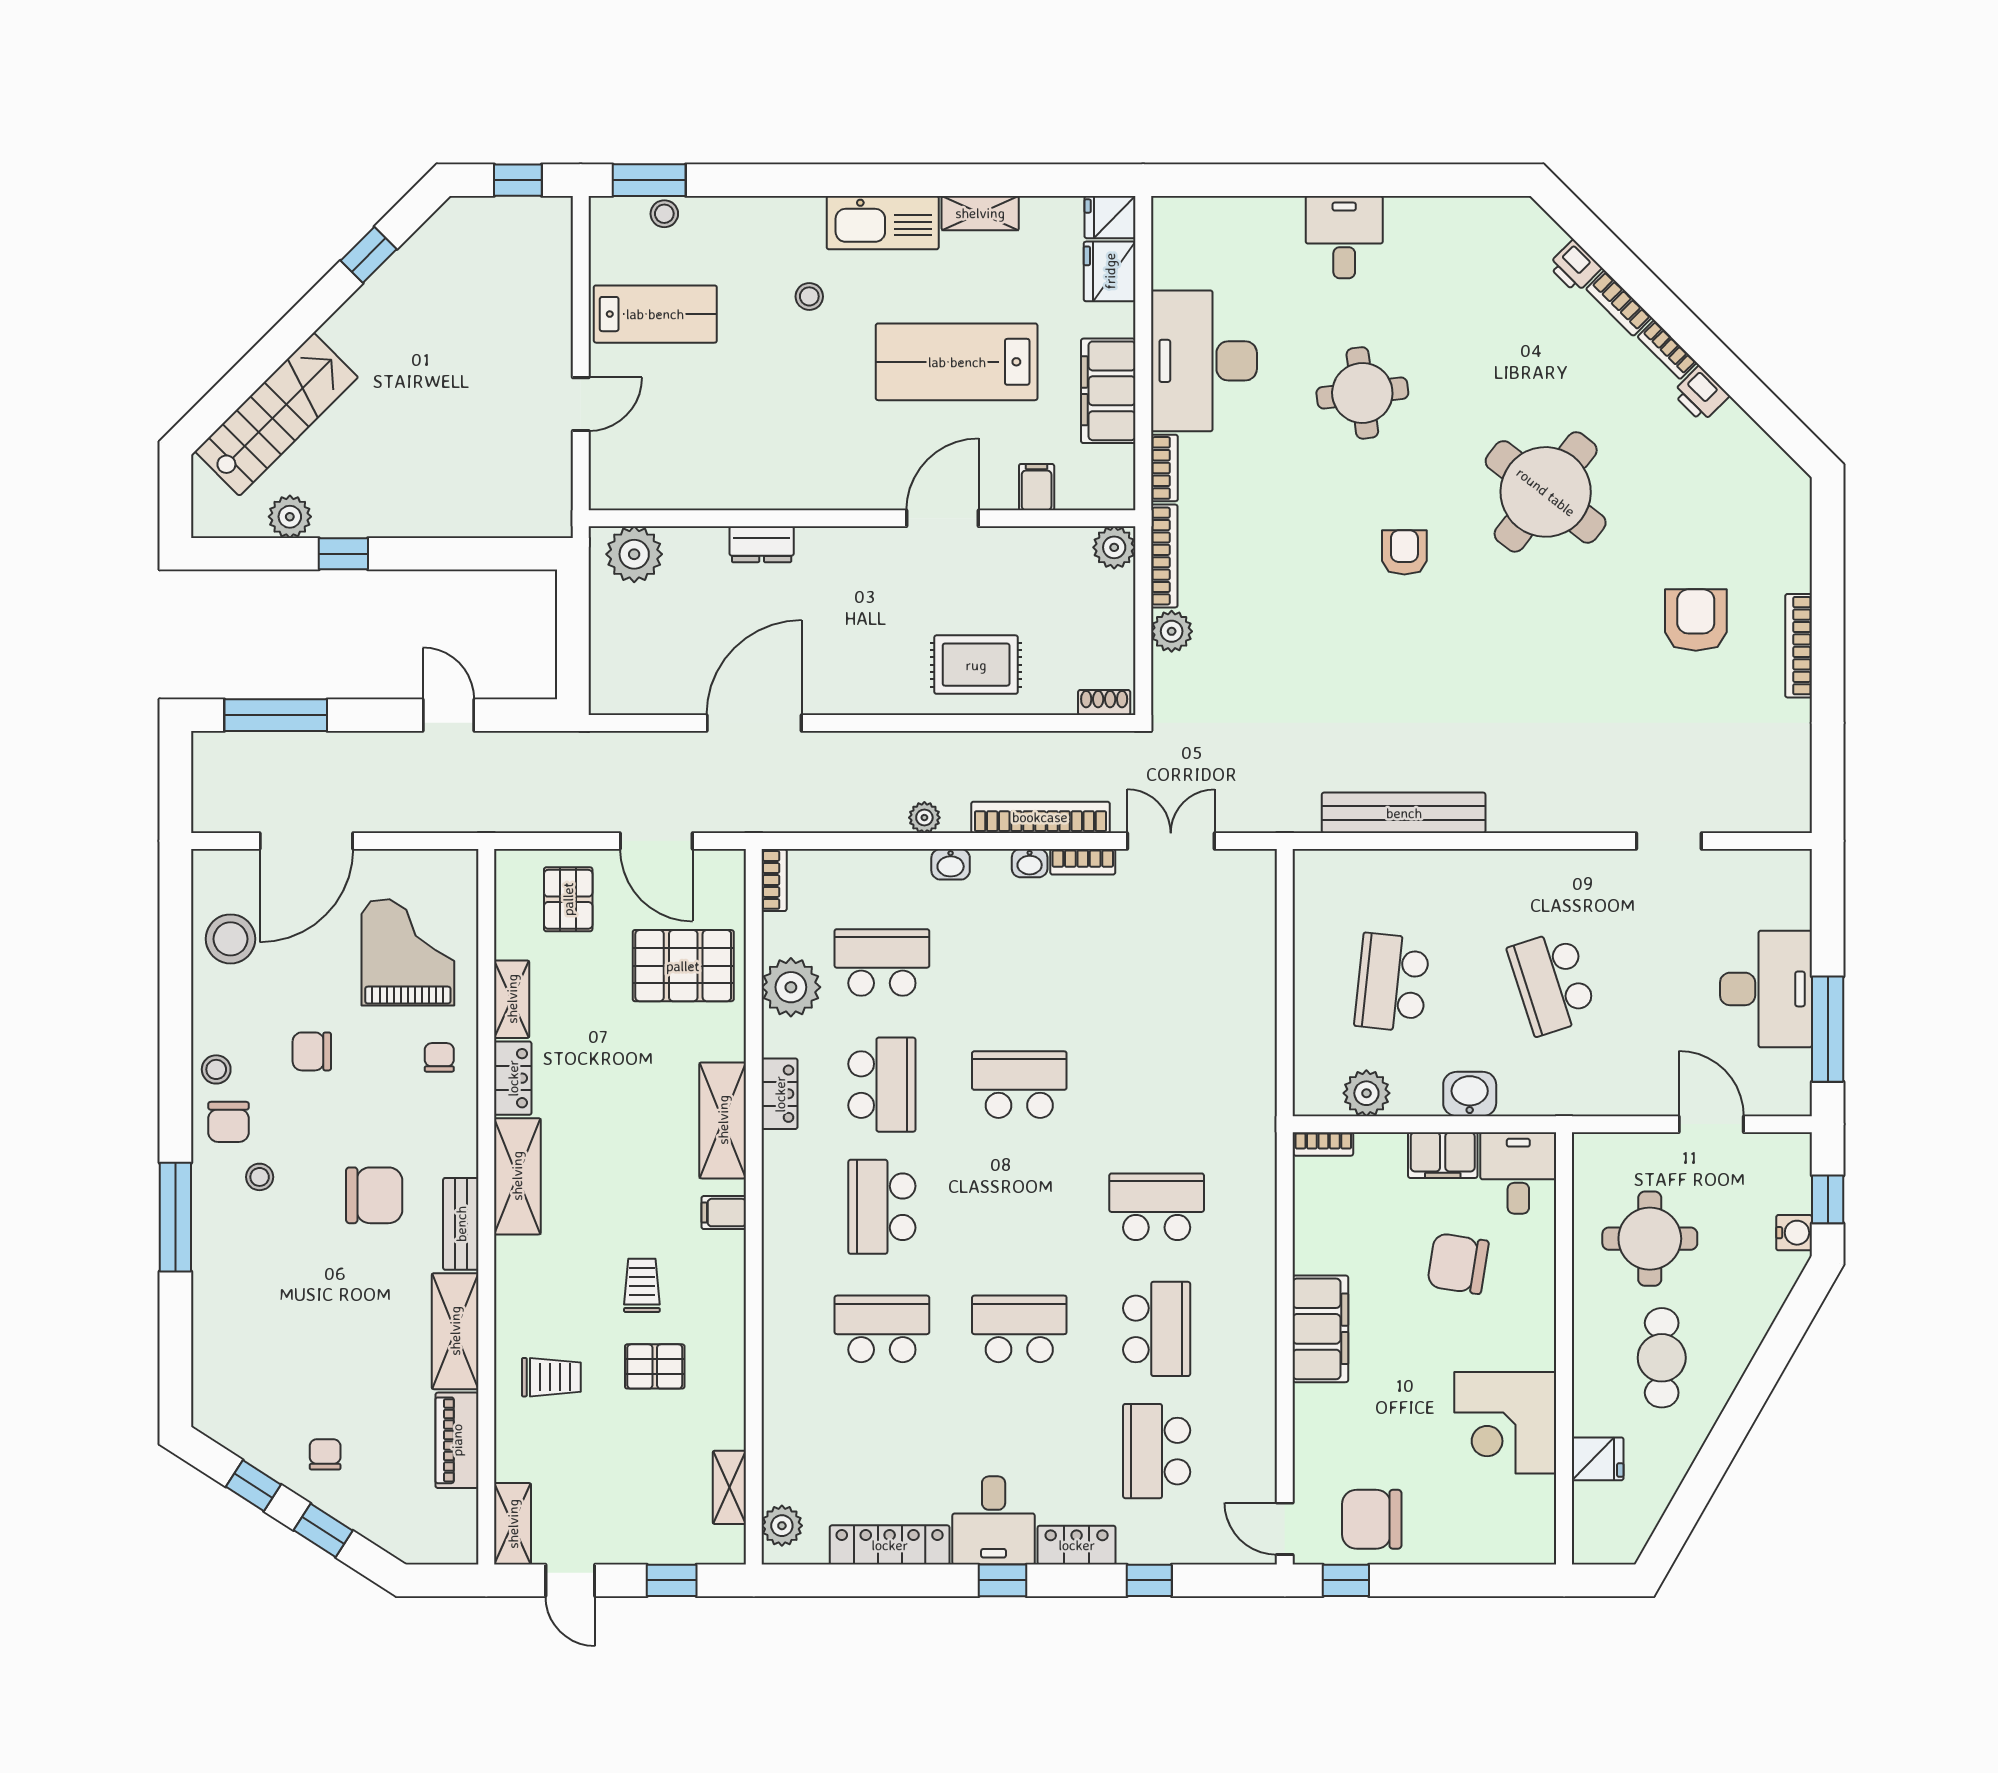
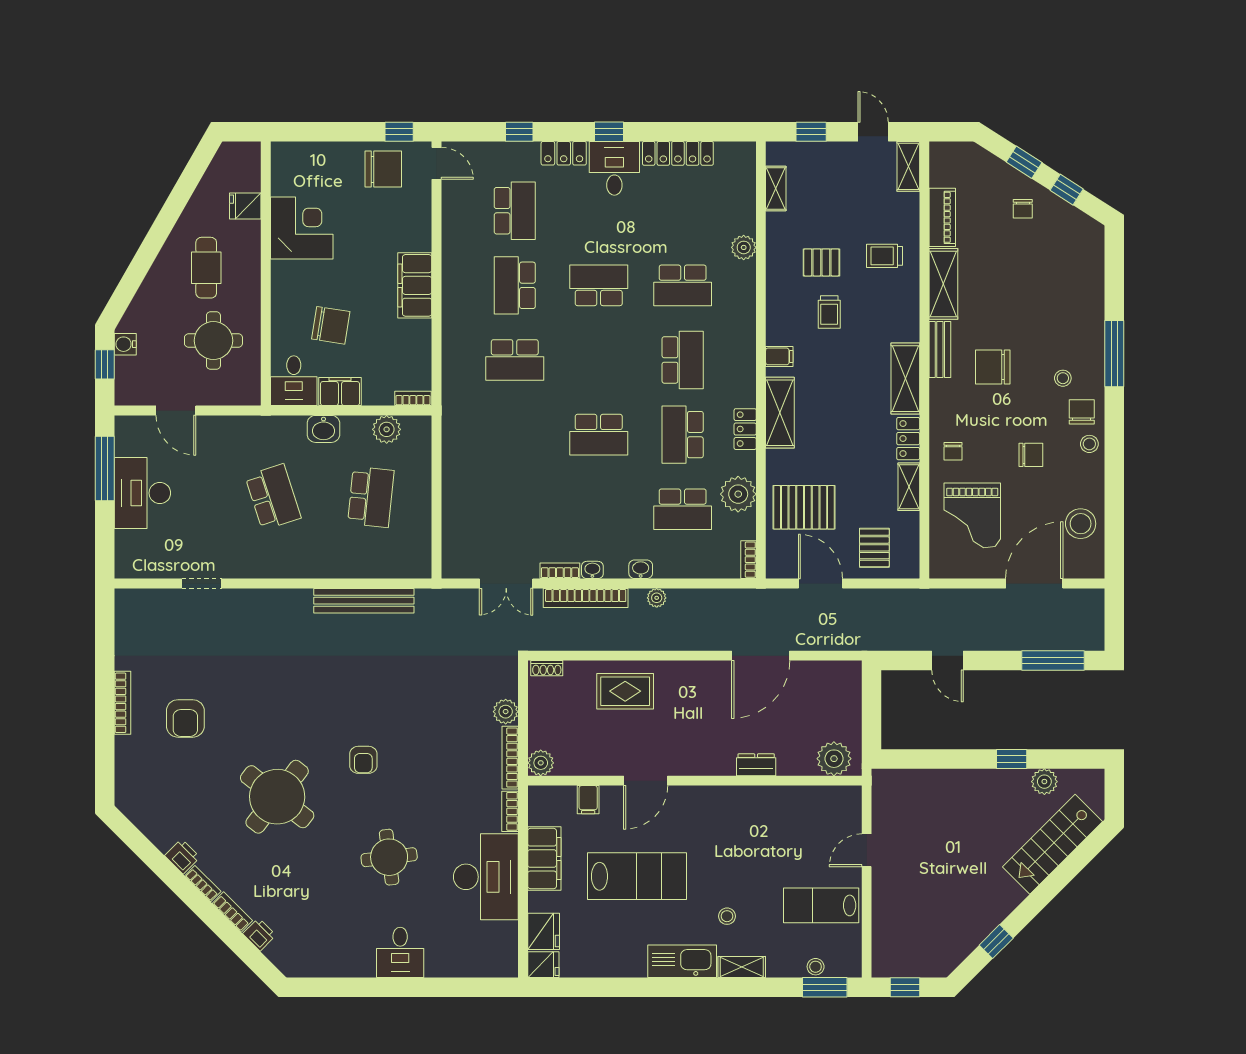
shelving: (980, 213) -> (742, 967), moved
school desk: (1019, 1329) -> (599, 285), turned 180
plant: (782, 1526) -> (744, 247), moved

